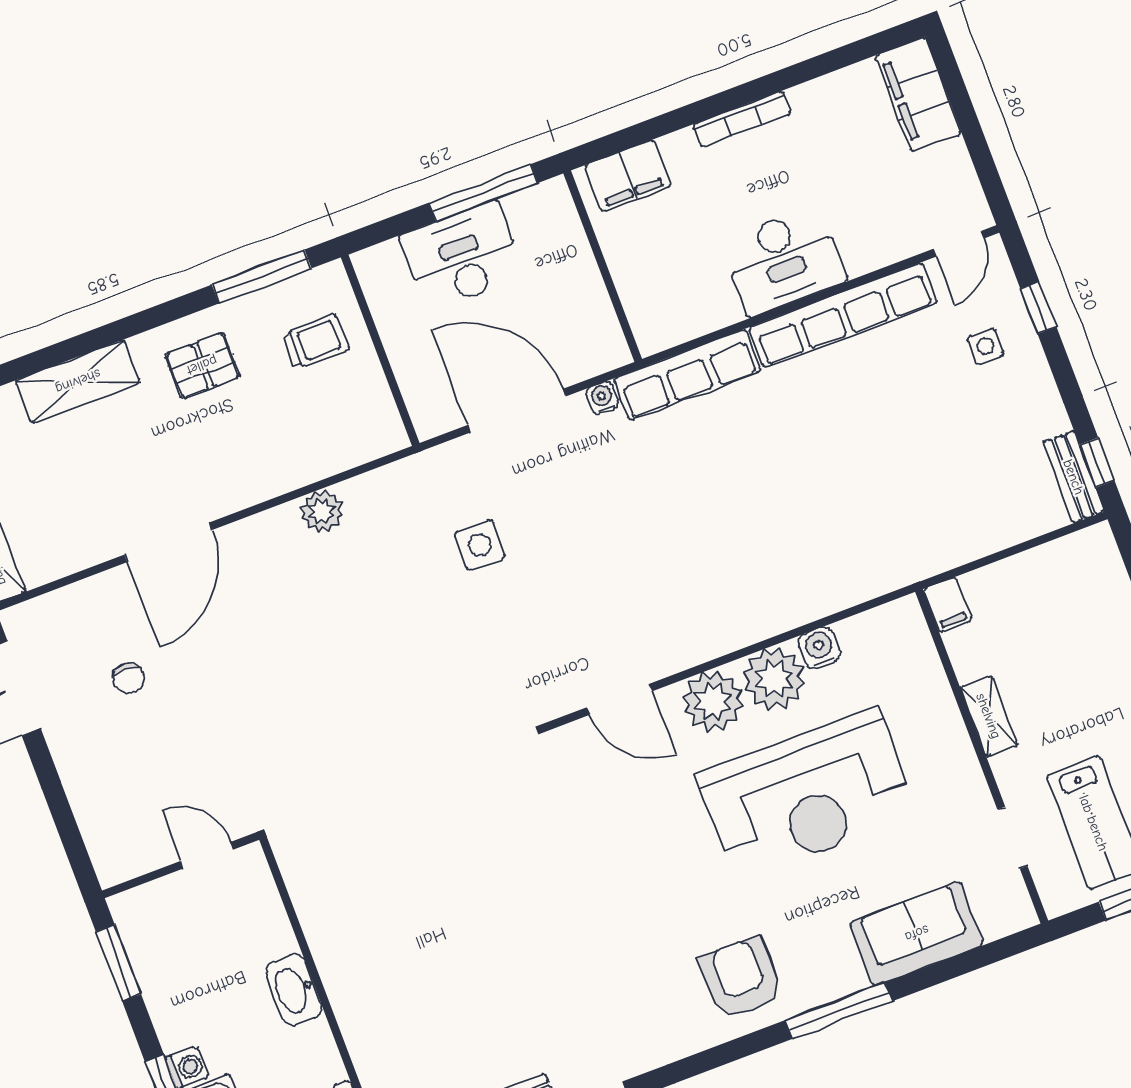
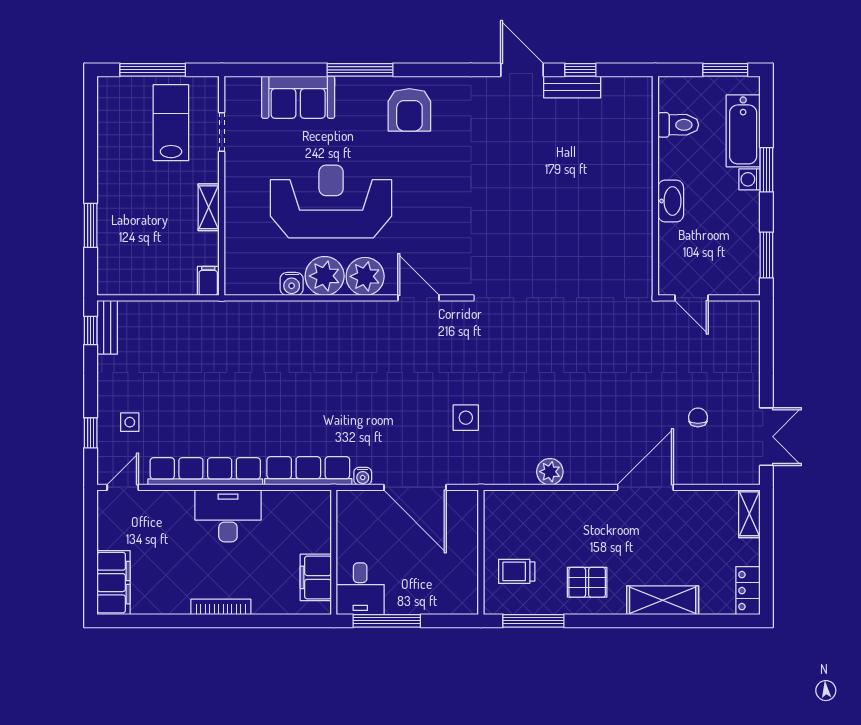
filing cabinet: (628, 176) -> (316, 577), moved, turned -90
desk: (462, 256) -> (360, 589), moved, width x0.73

